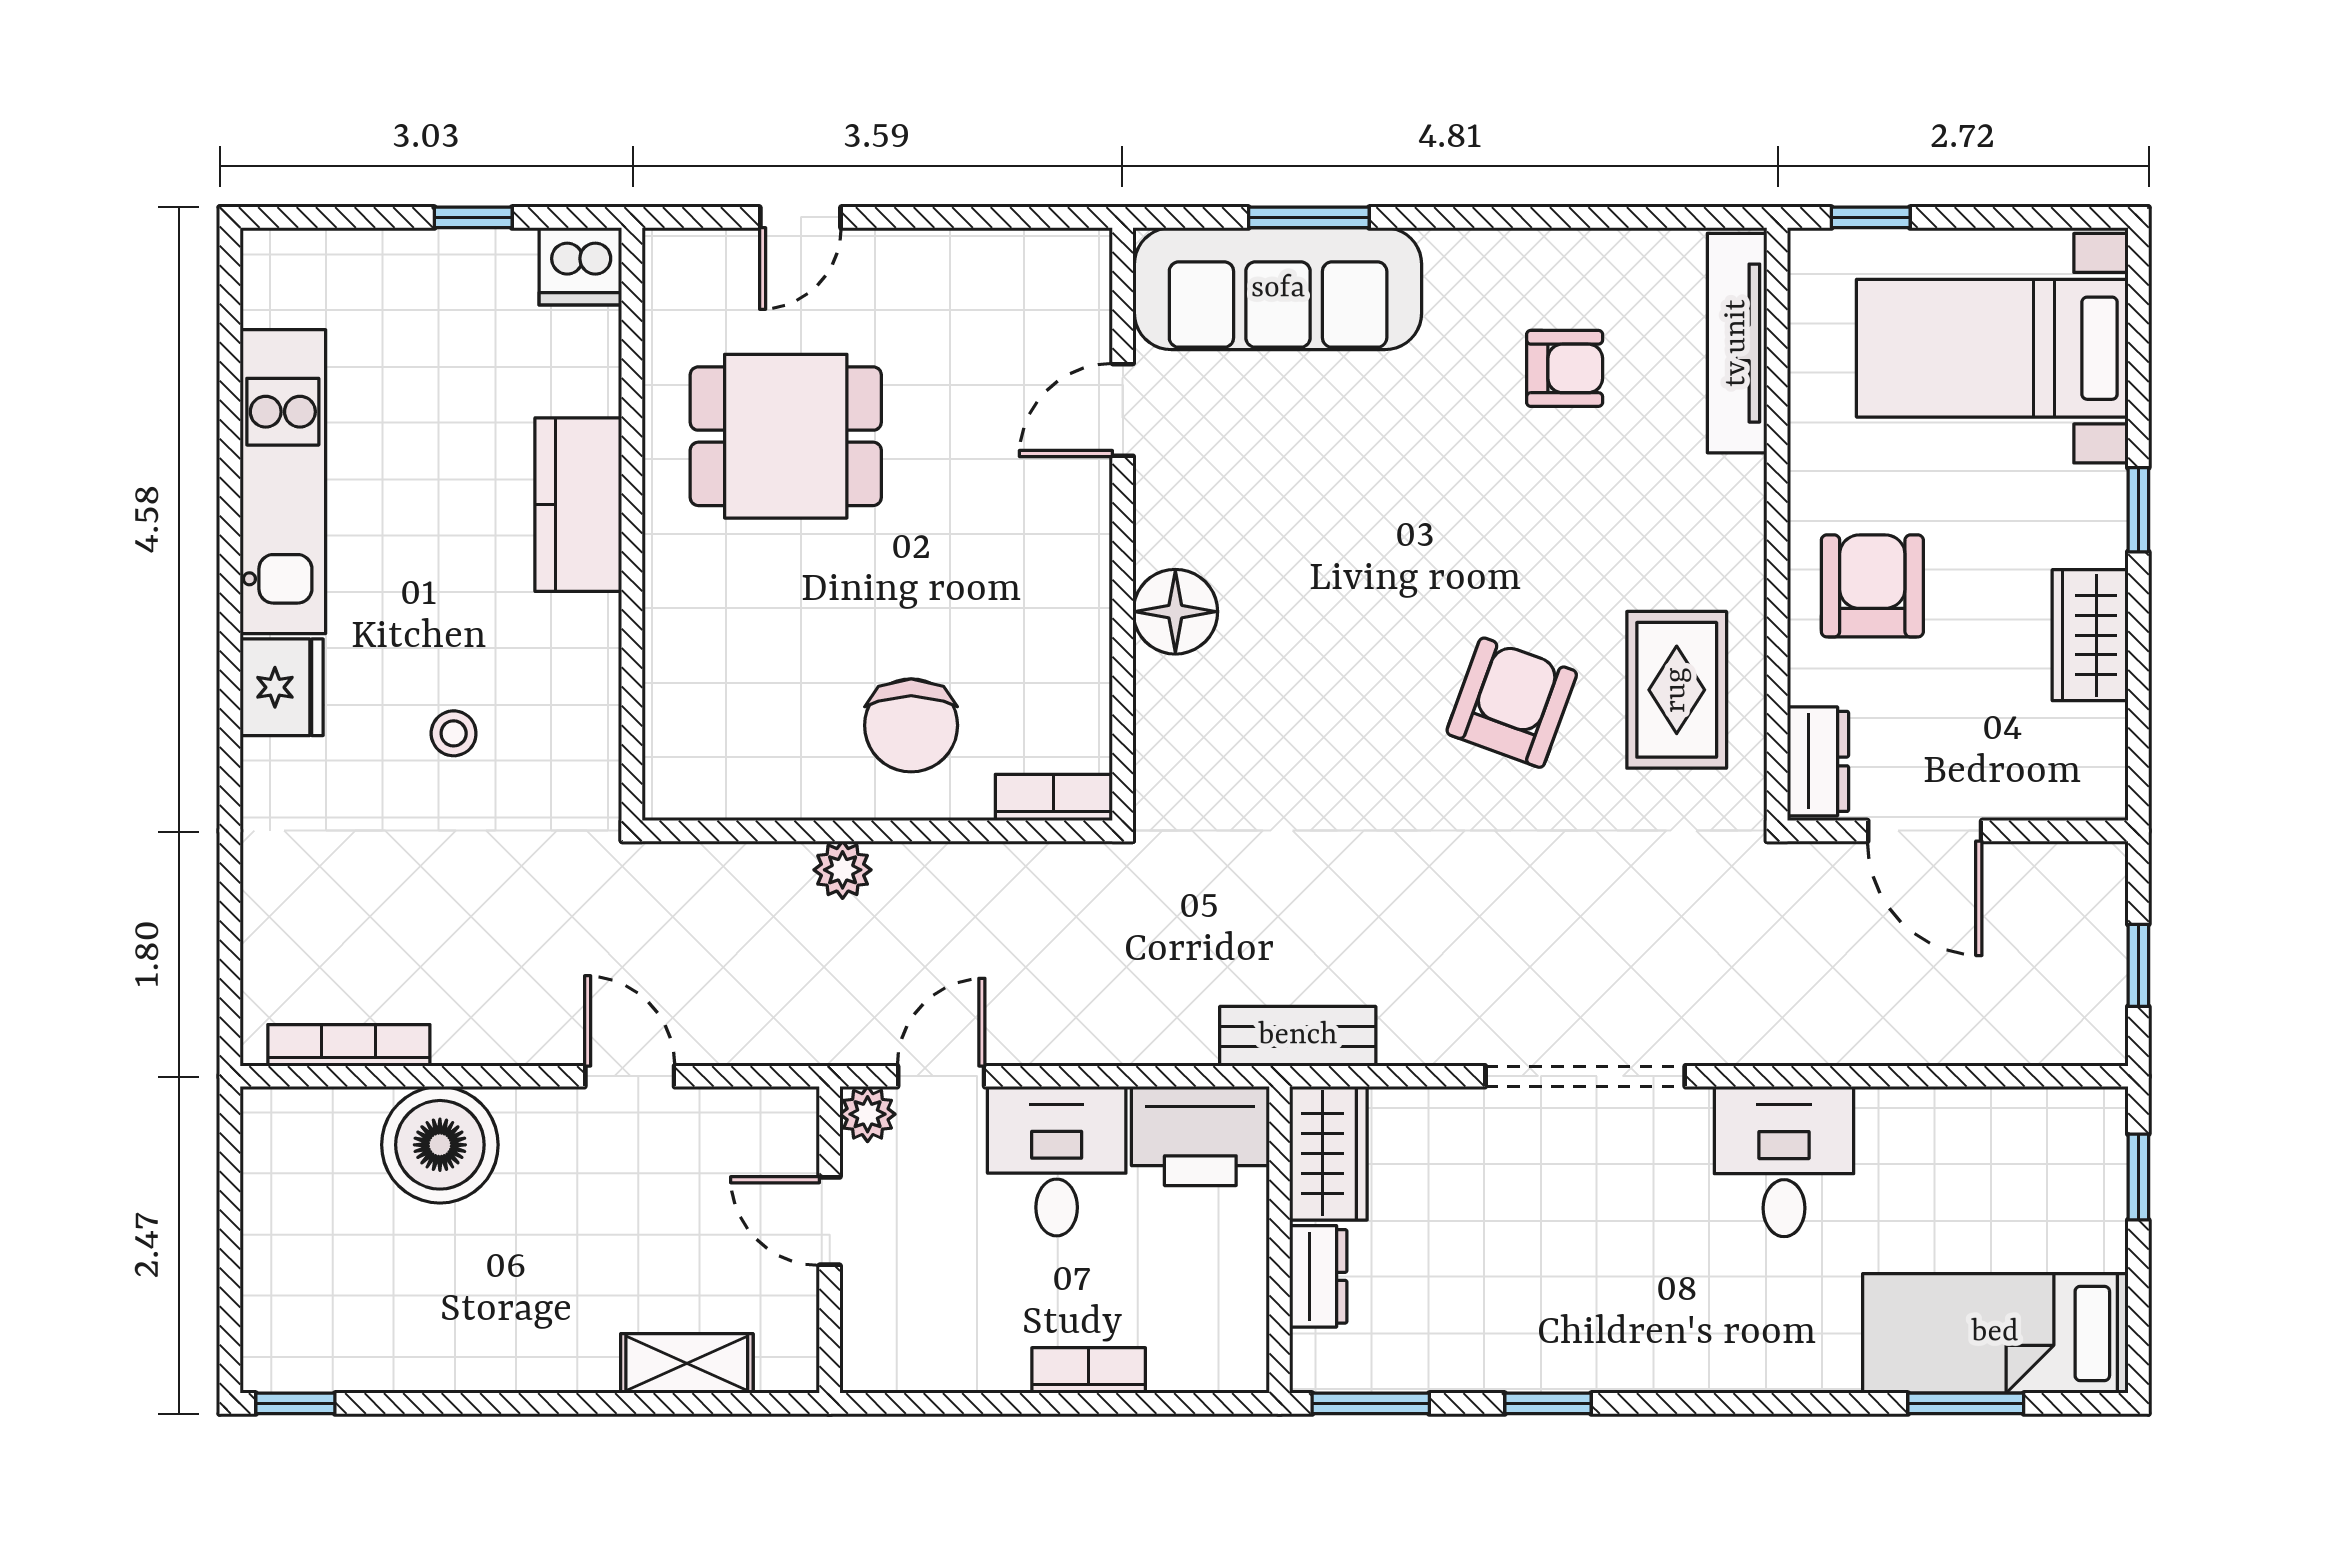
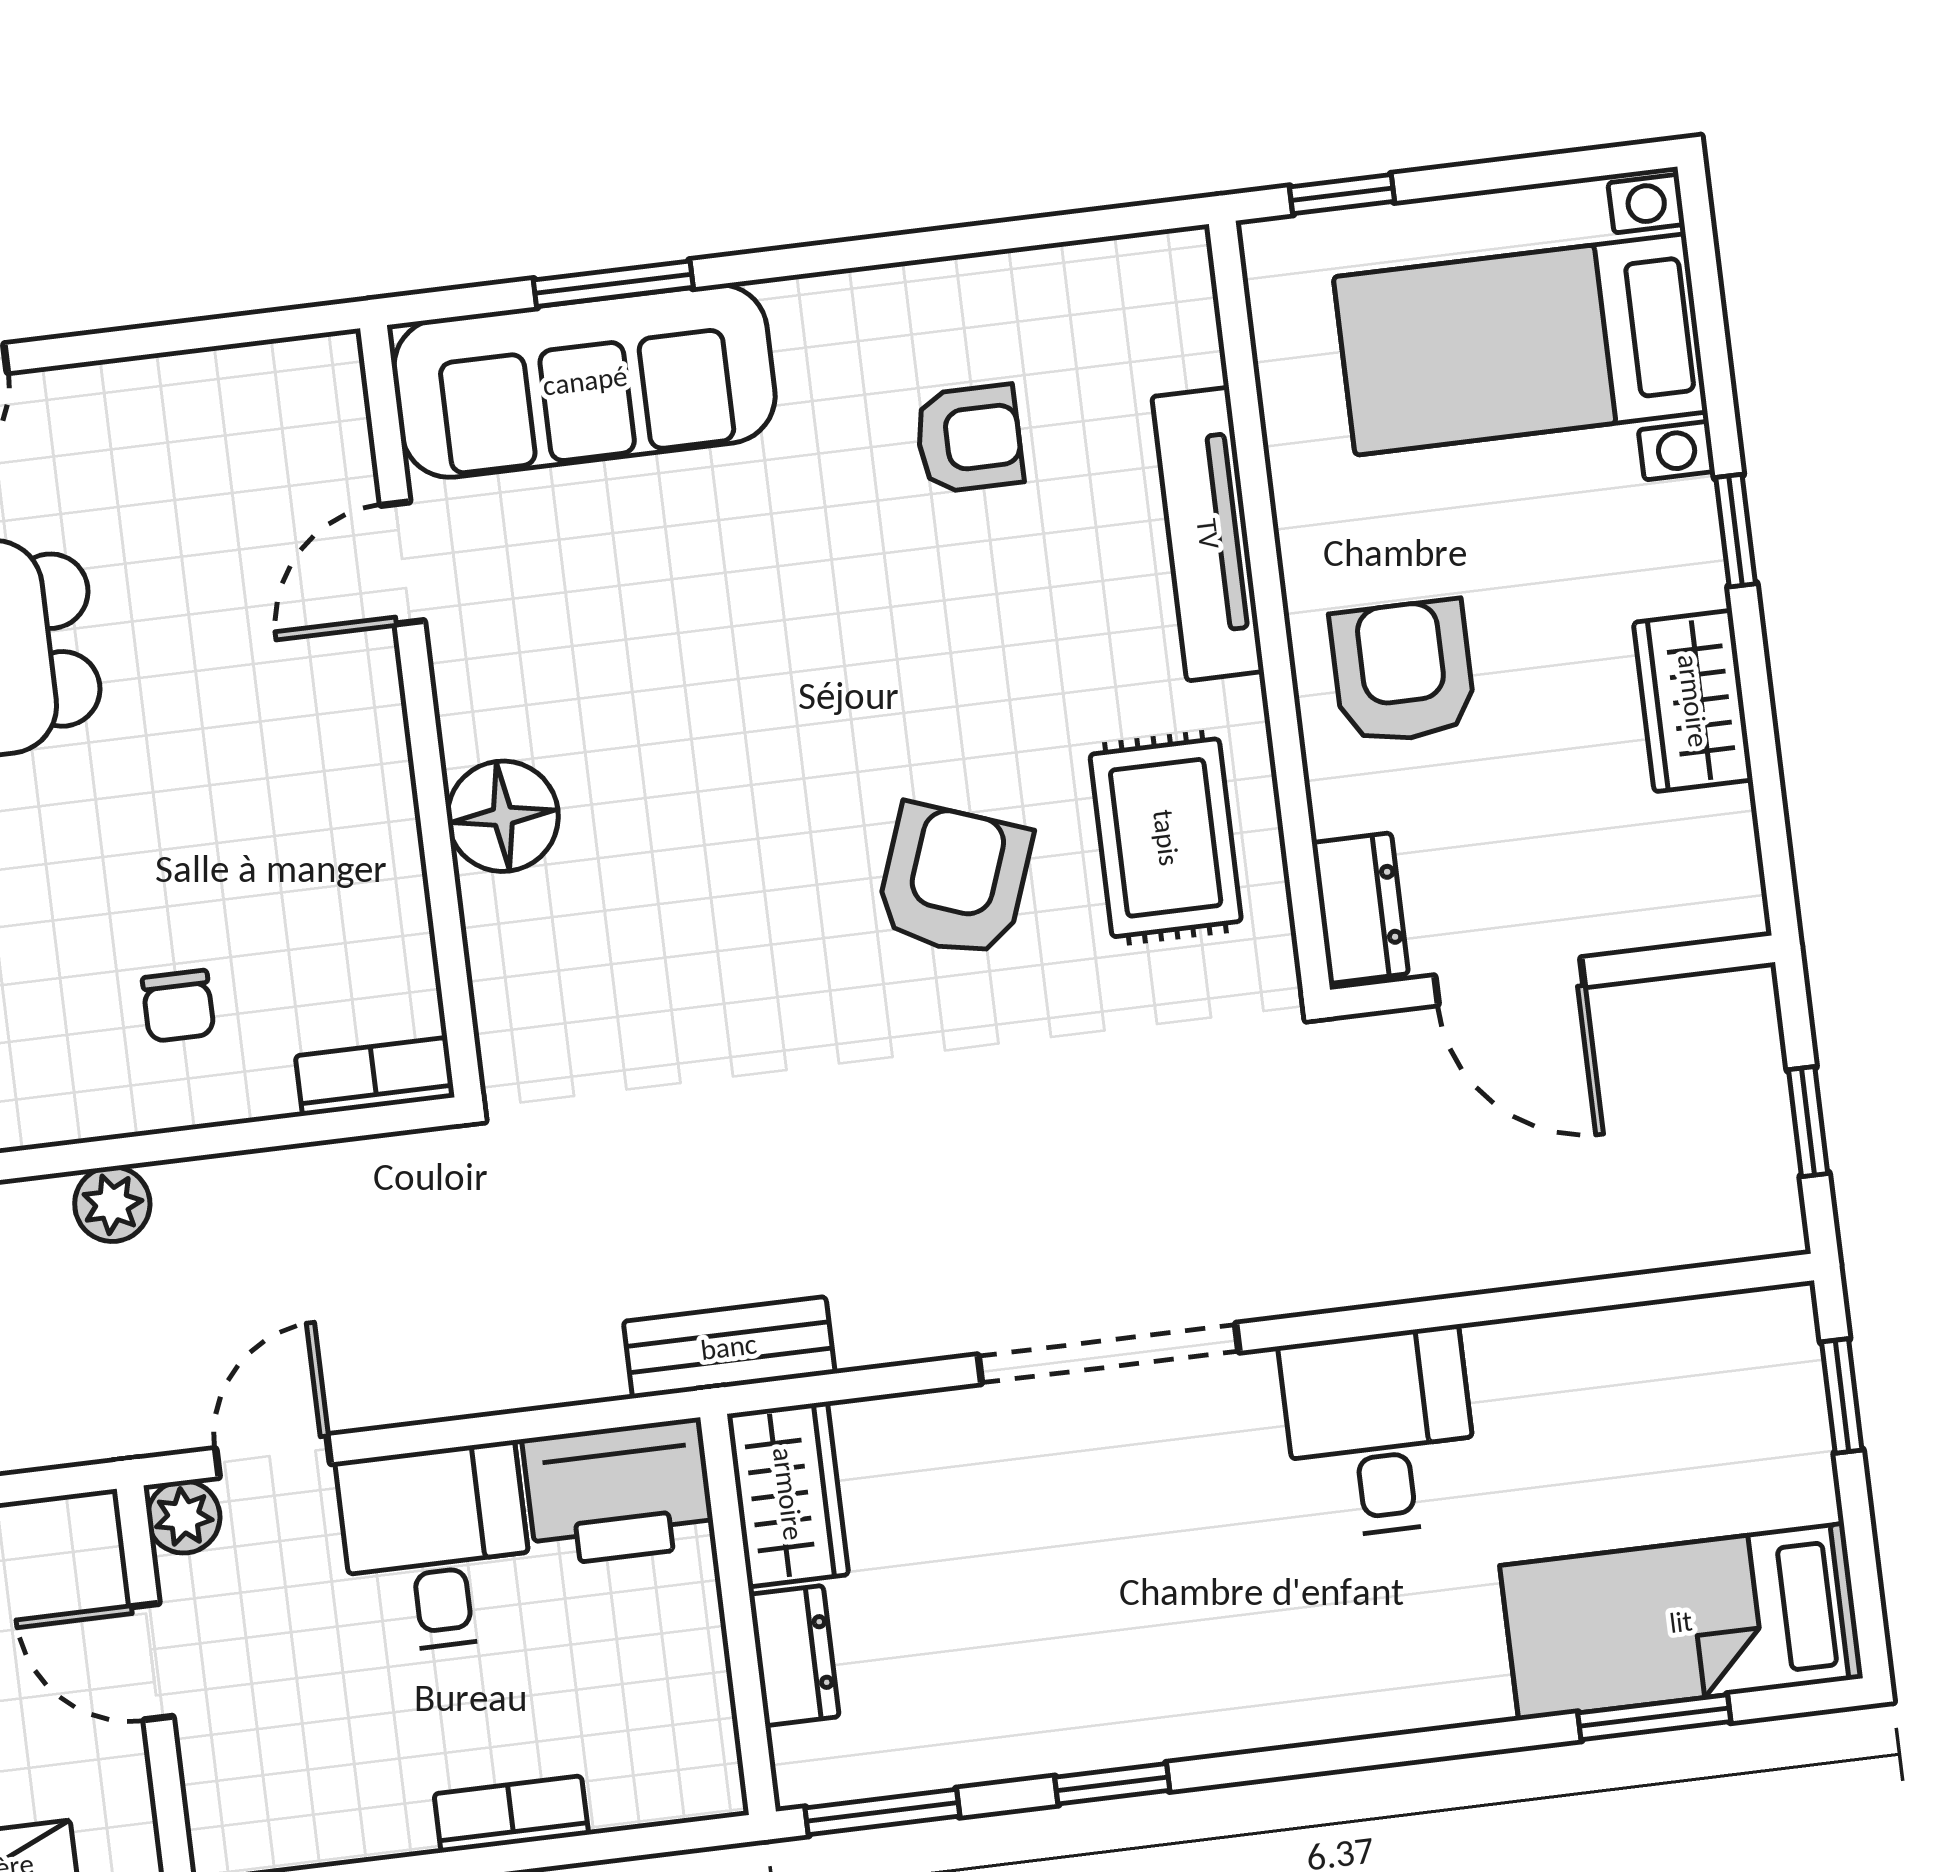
tv unit: (1737, 343) -> (1208, 534), moved
chair: (911, 725) -> (178, 1006), width x0.54, depth x0.54

